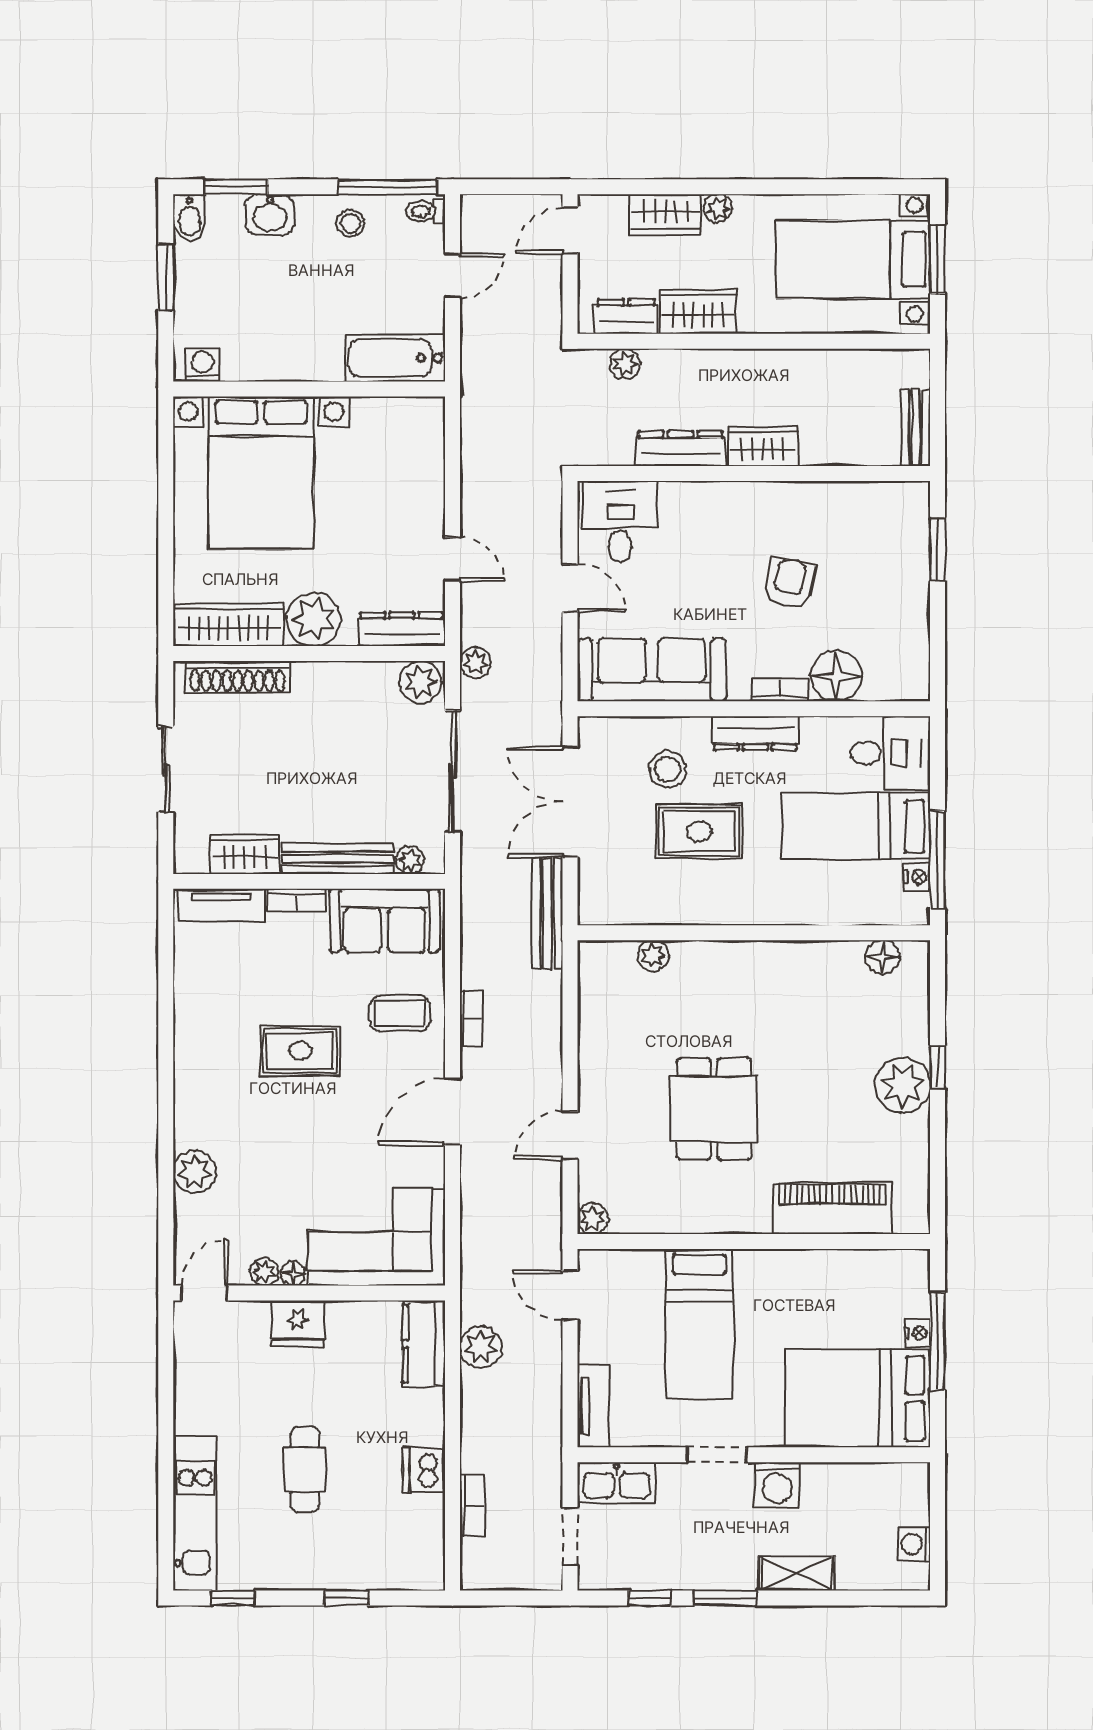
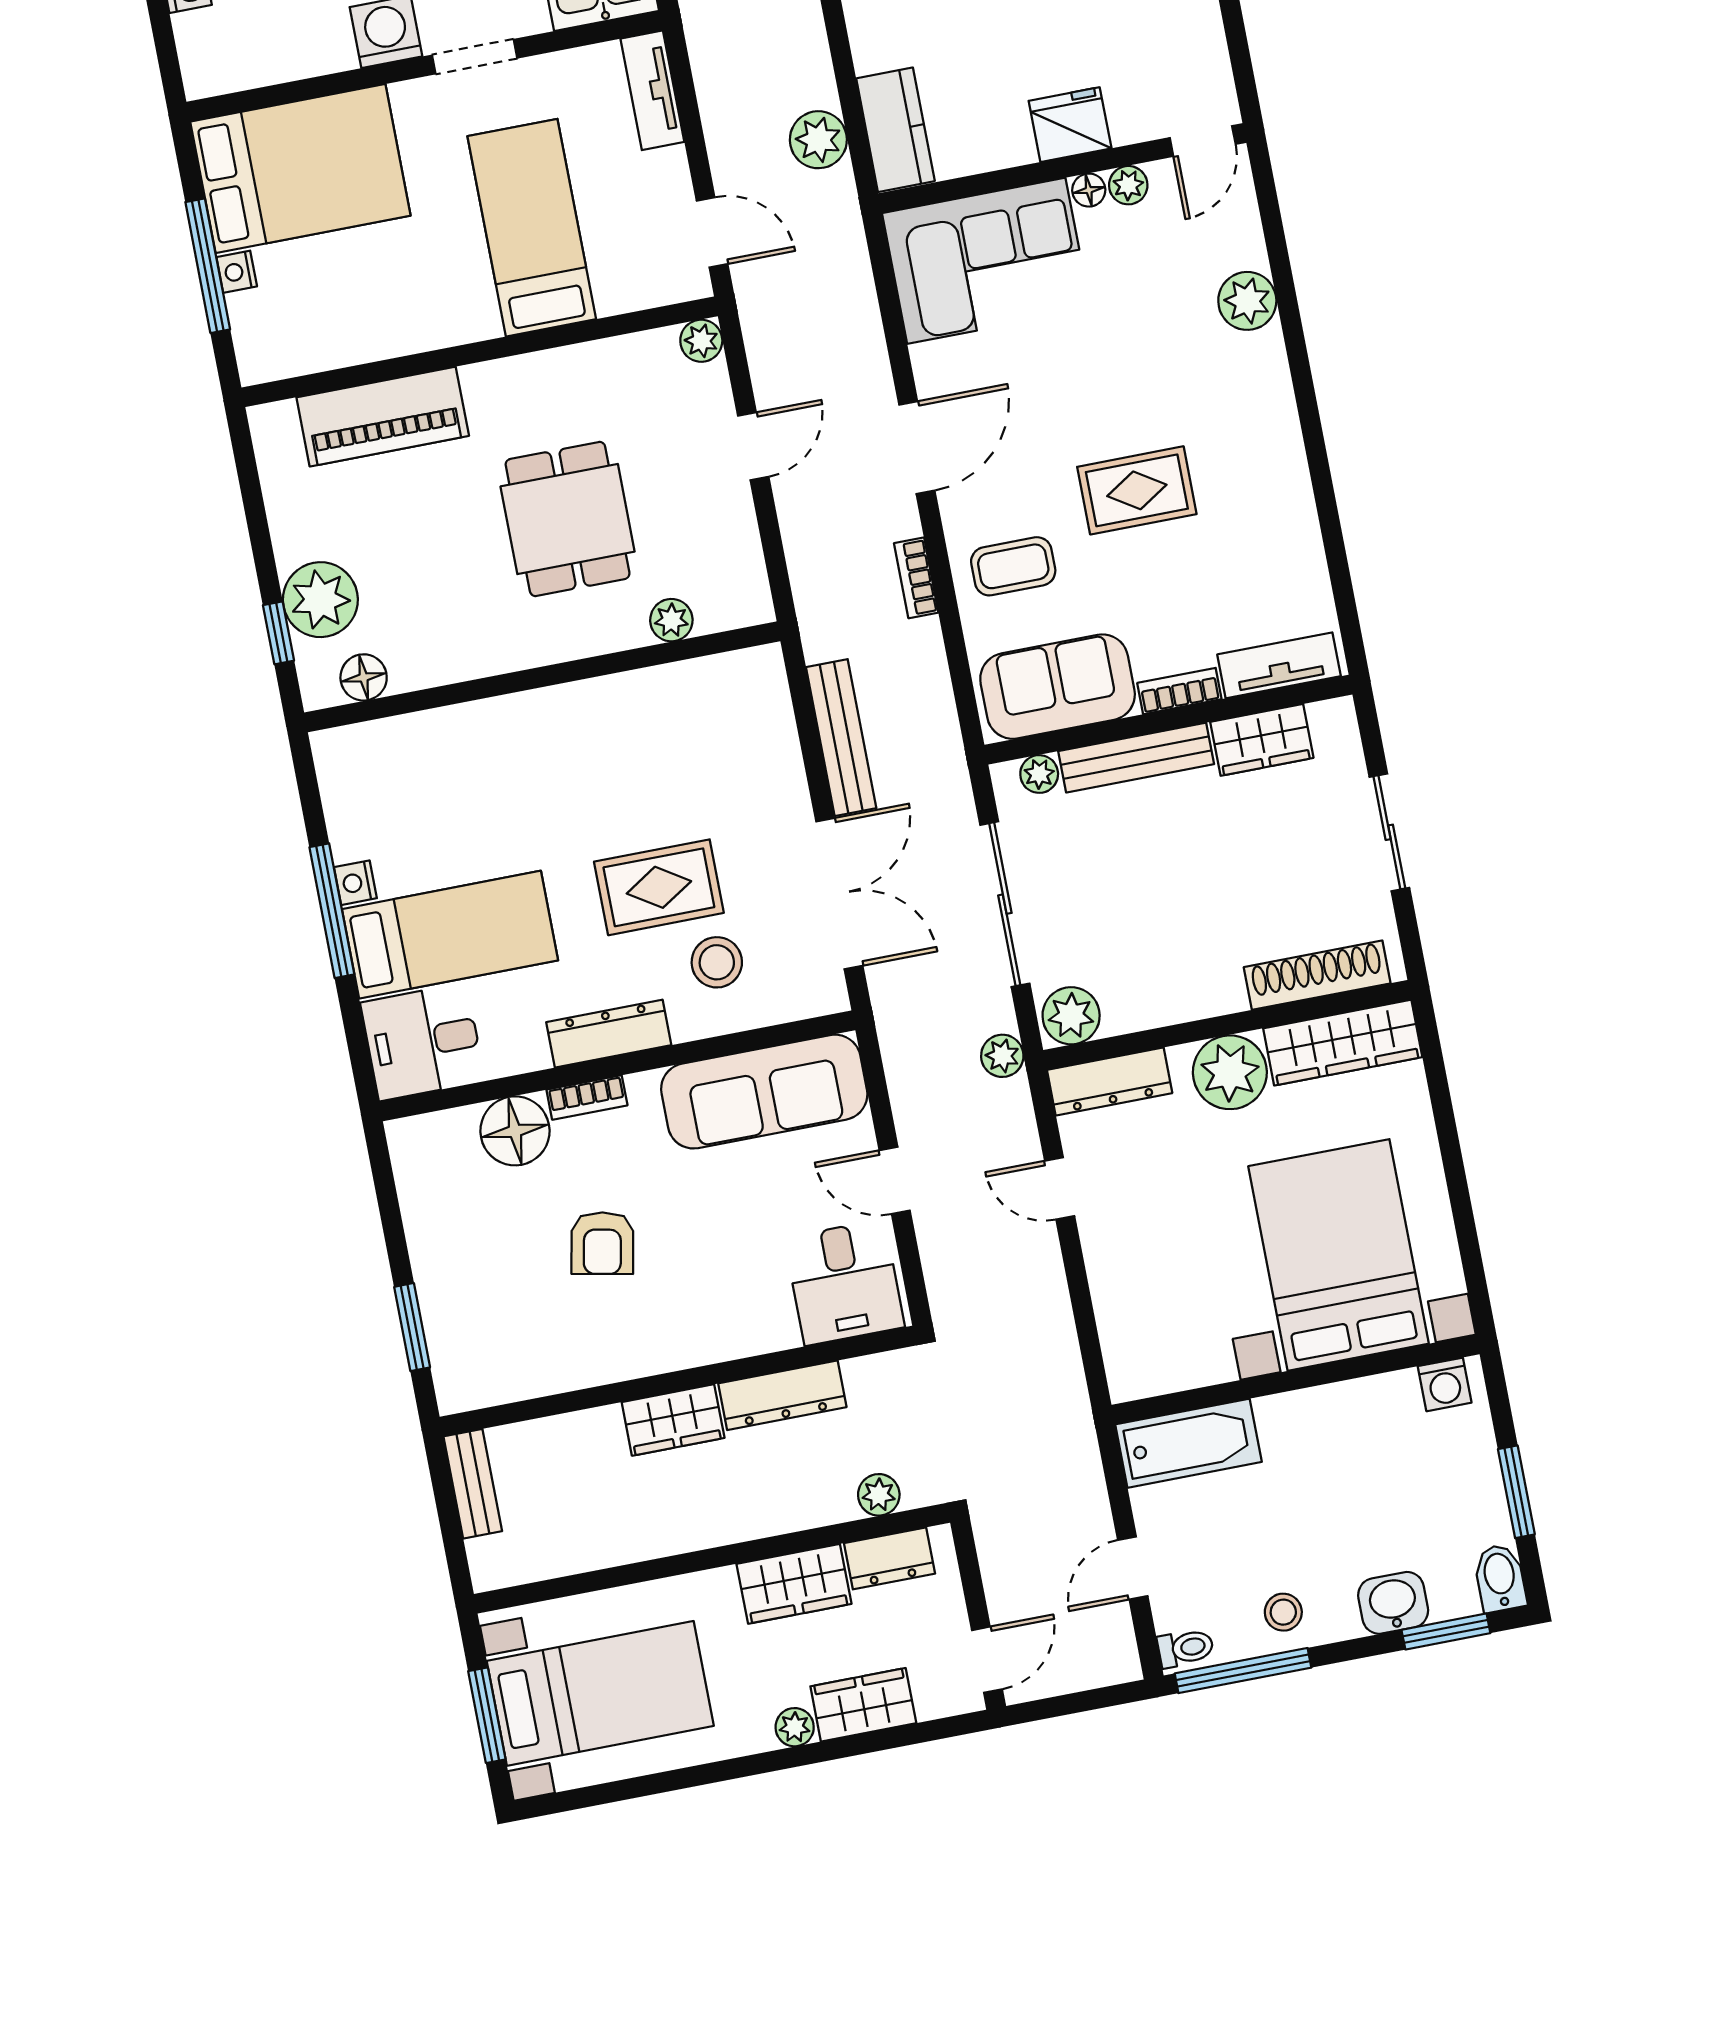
wall: (754, 933) -> (542, 677), moved
plant: (653, 956) -> (671, 620), moved
floor lamp: (883, 957) -> (364, 677), moved

